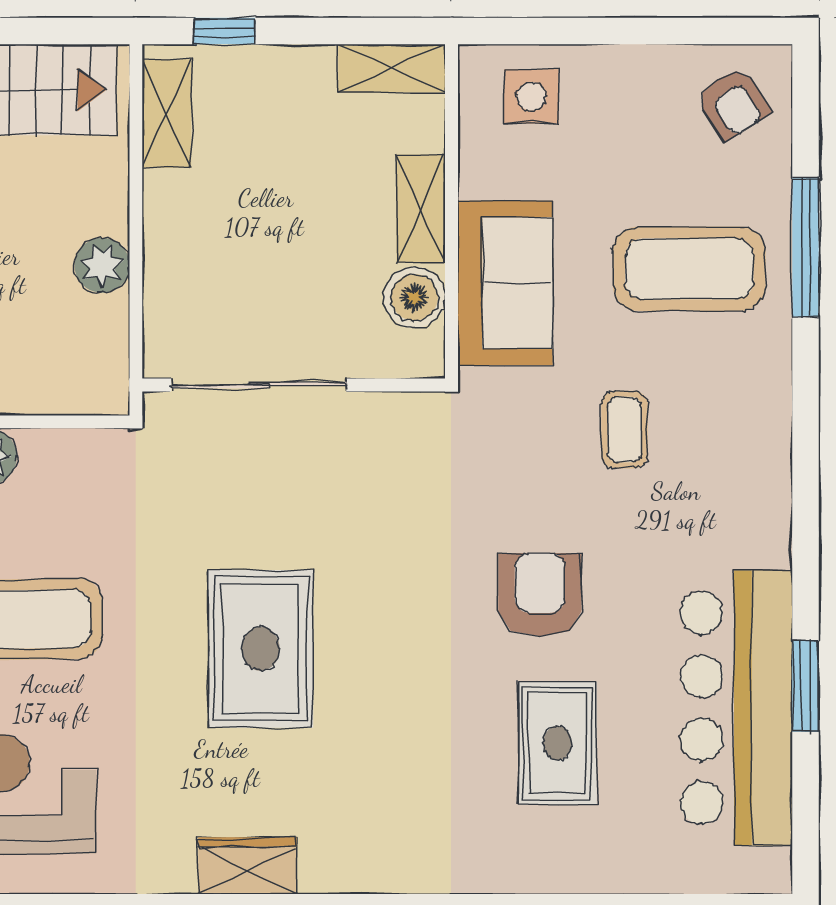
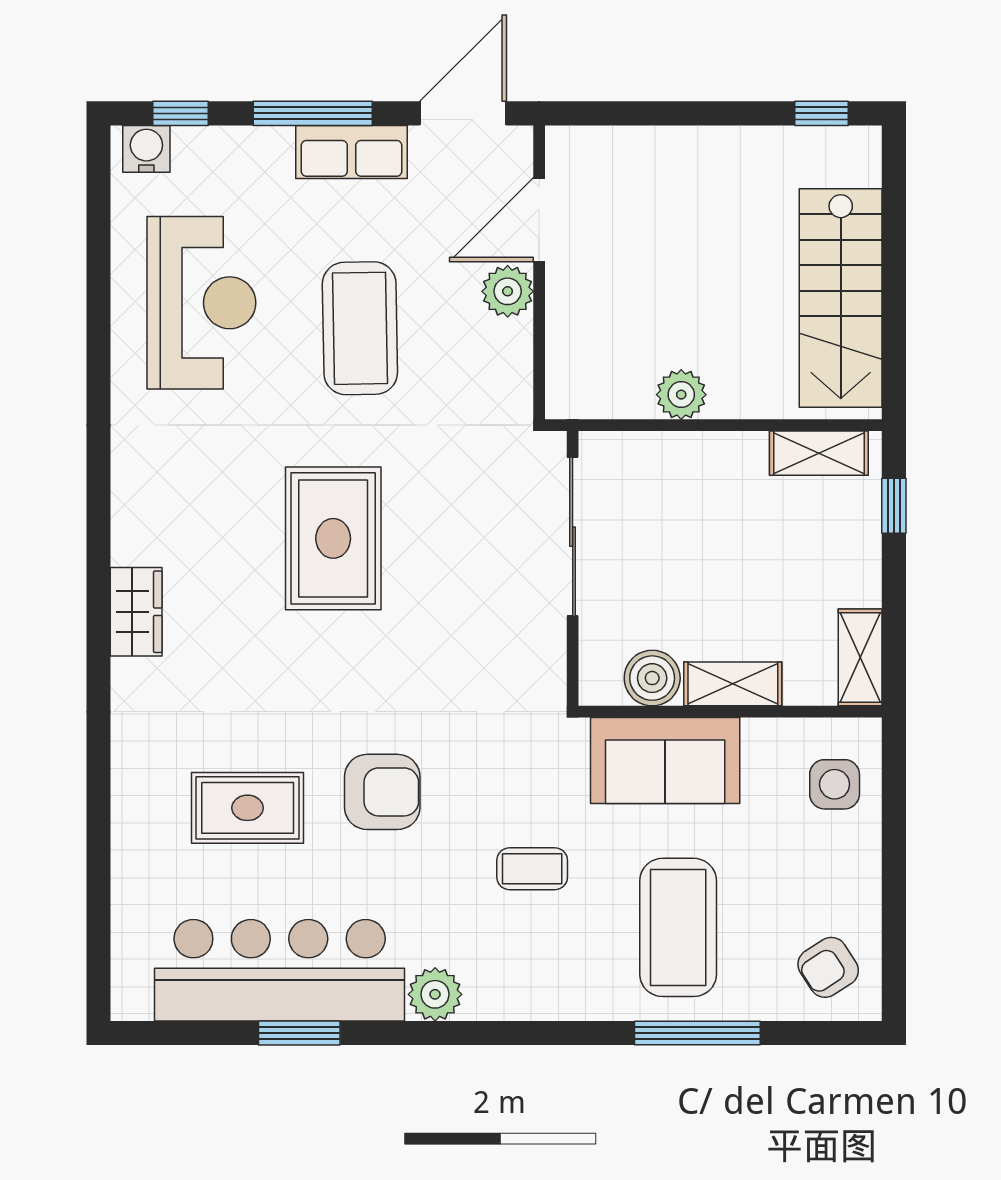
plant: (763, 537) -> (435, 994), added
rug: (261, 649) -> (333, 538), turned 90
wardrobe: (247, 866) -> (136, 612), moved

